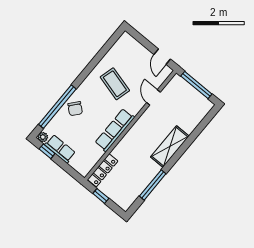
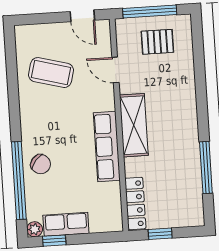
coffee table: (115, 84) -> (51, 73), moved
pallet: (186, 103) -> (157, 42), added
shelving: (170, 147) -> (134, 125), moved

